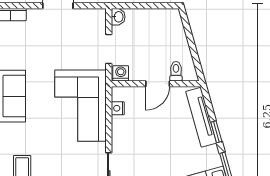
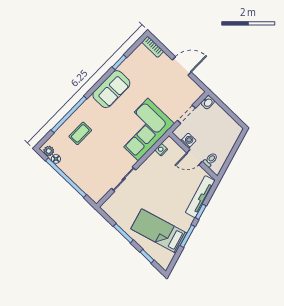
washing machine: (121, 73) -> (188, 141), moved

